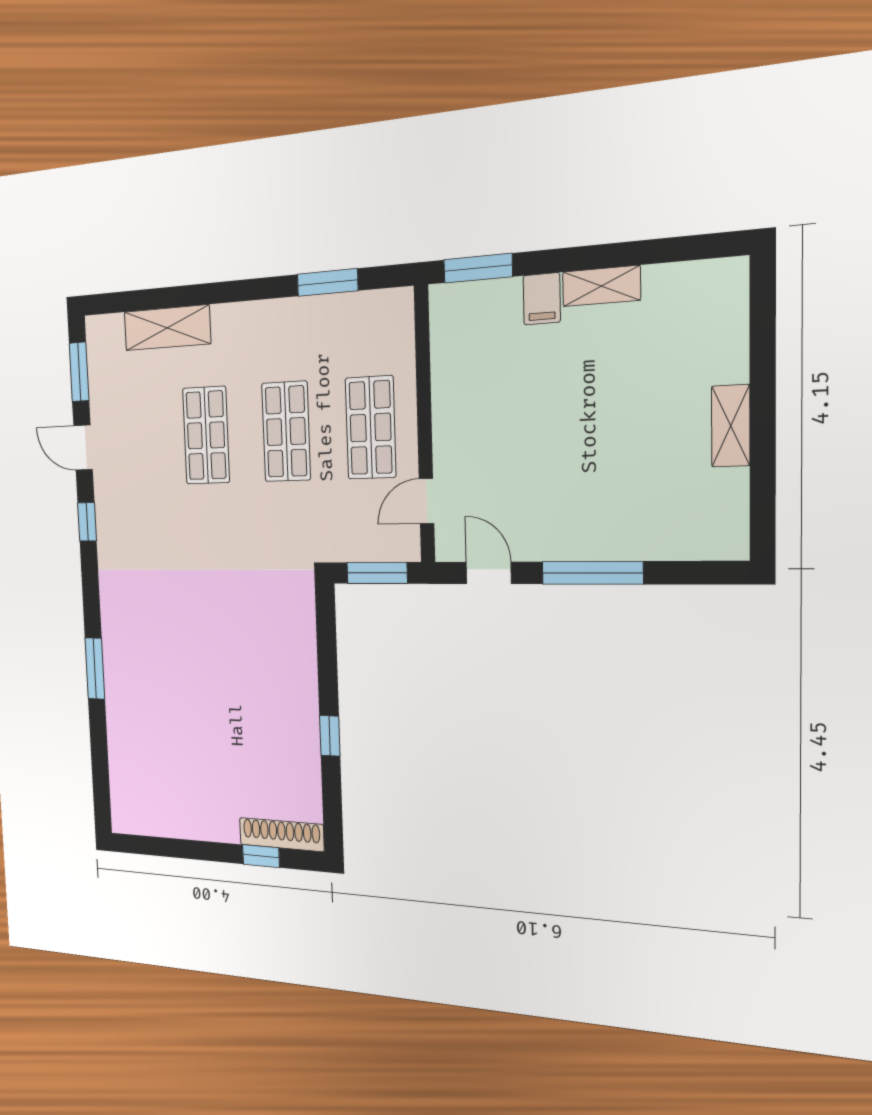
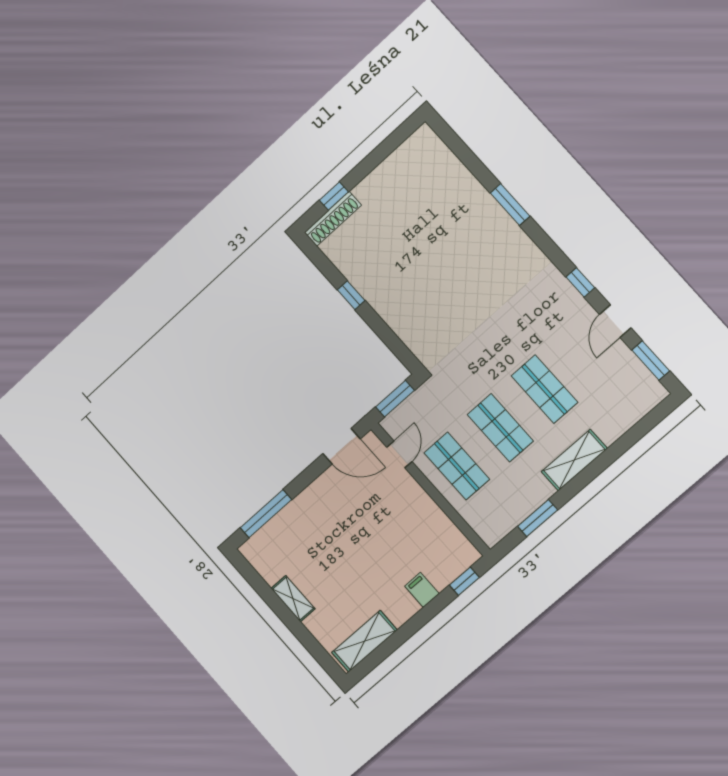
window: (478, 268) -> (464, 581), width x0.67
shelving: (601, 286) -> (364, 641), moved, width x1.50, depth x1.33
shelving: (167, 328) -> (574, 460), moved
door: (83, 448) -> (615, 321), swing flipped
door: (489, 573) -> (342, 446), width x1.38
window: (592, 573) -> (266, 514), moved

